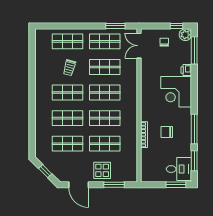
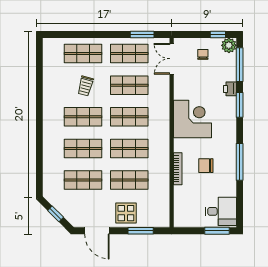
corner desk: (176, 92) -> (192, 119), moved, turned 180
window: (194, 161) -> (240, 105), moved

